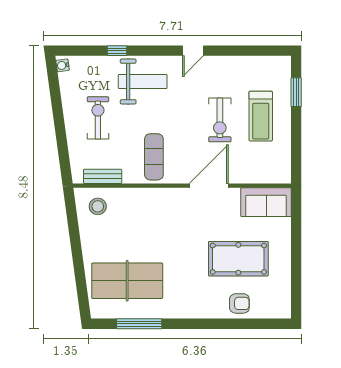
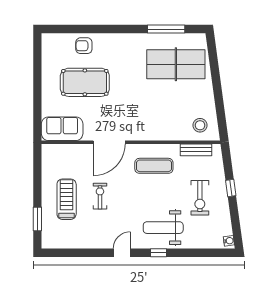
window: (117, 51) -> (159, 253), moved
exercise bike: (220, 120) -> (100, 196), width x0.73, depth x0.72
window: (60, 130) -> (231, 188), added
exercise mat: (154, 157) -> (154, 166), turned 90

